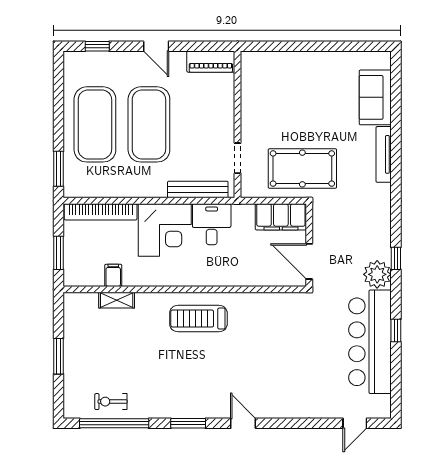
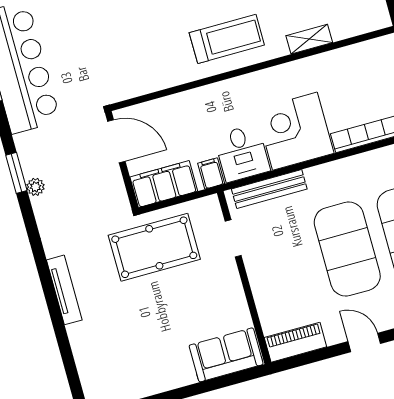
sofa: (375, 97) -> (226, 355), moved, turned -90
window: (396, 258) -> (16, 173), width x1.50
plant: (377, 274) -> (35, 187), moved, width x0.53, depth x0.53
filing cabinet: (113, 275) -> (211, 173), moved, turned 180
shelving: (117, 300) -> (309, 39), moved

